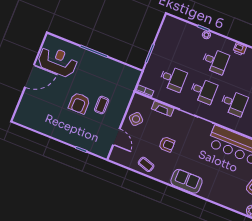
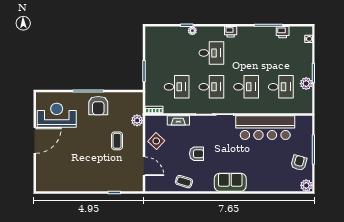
plant: (126, 94) -> (137, 120), added
armchair: (79, 103) -> (98, 106), moved

